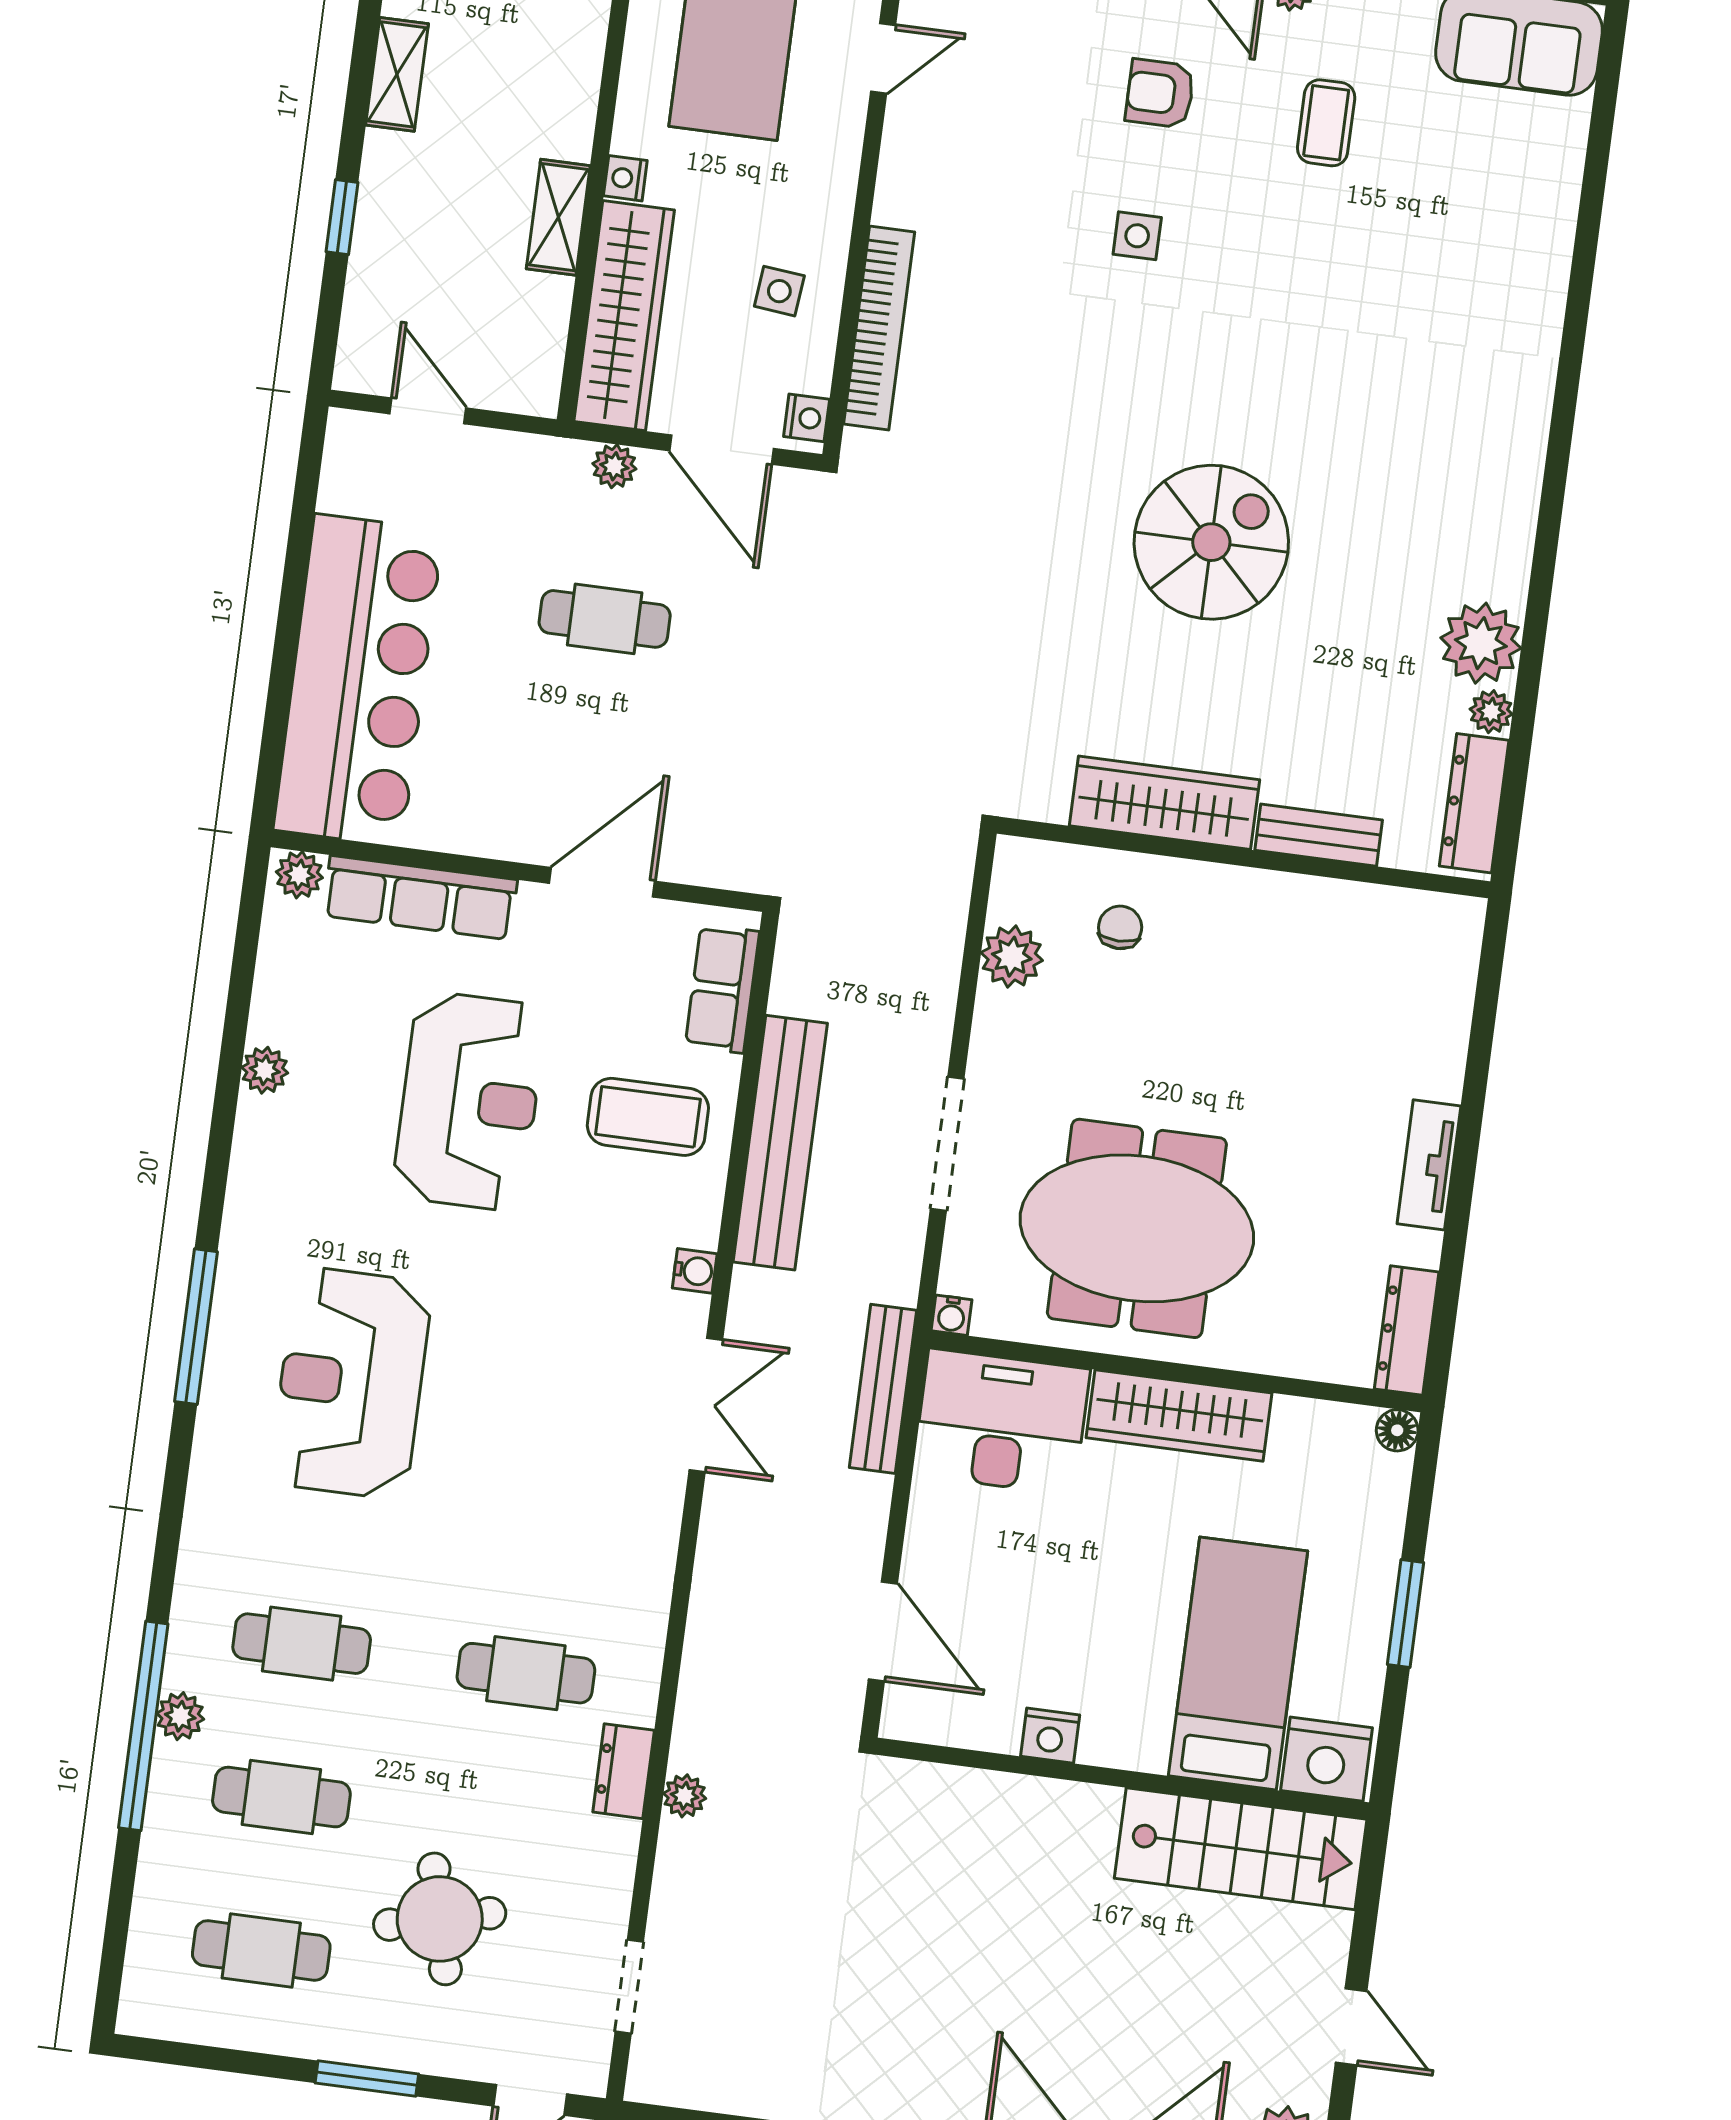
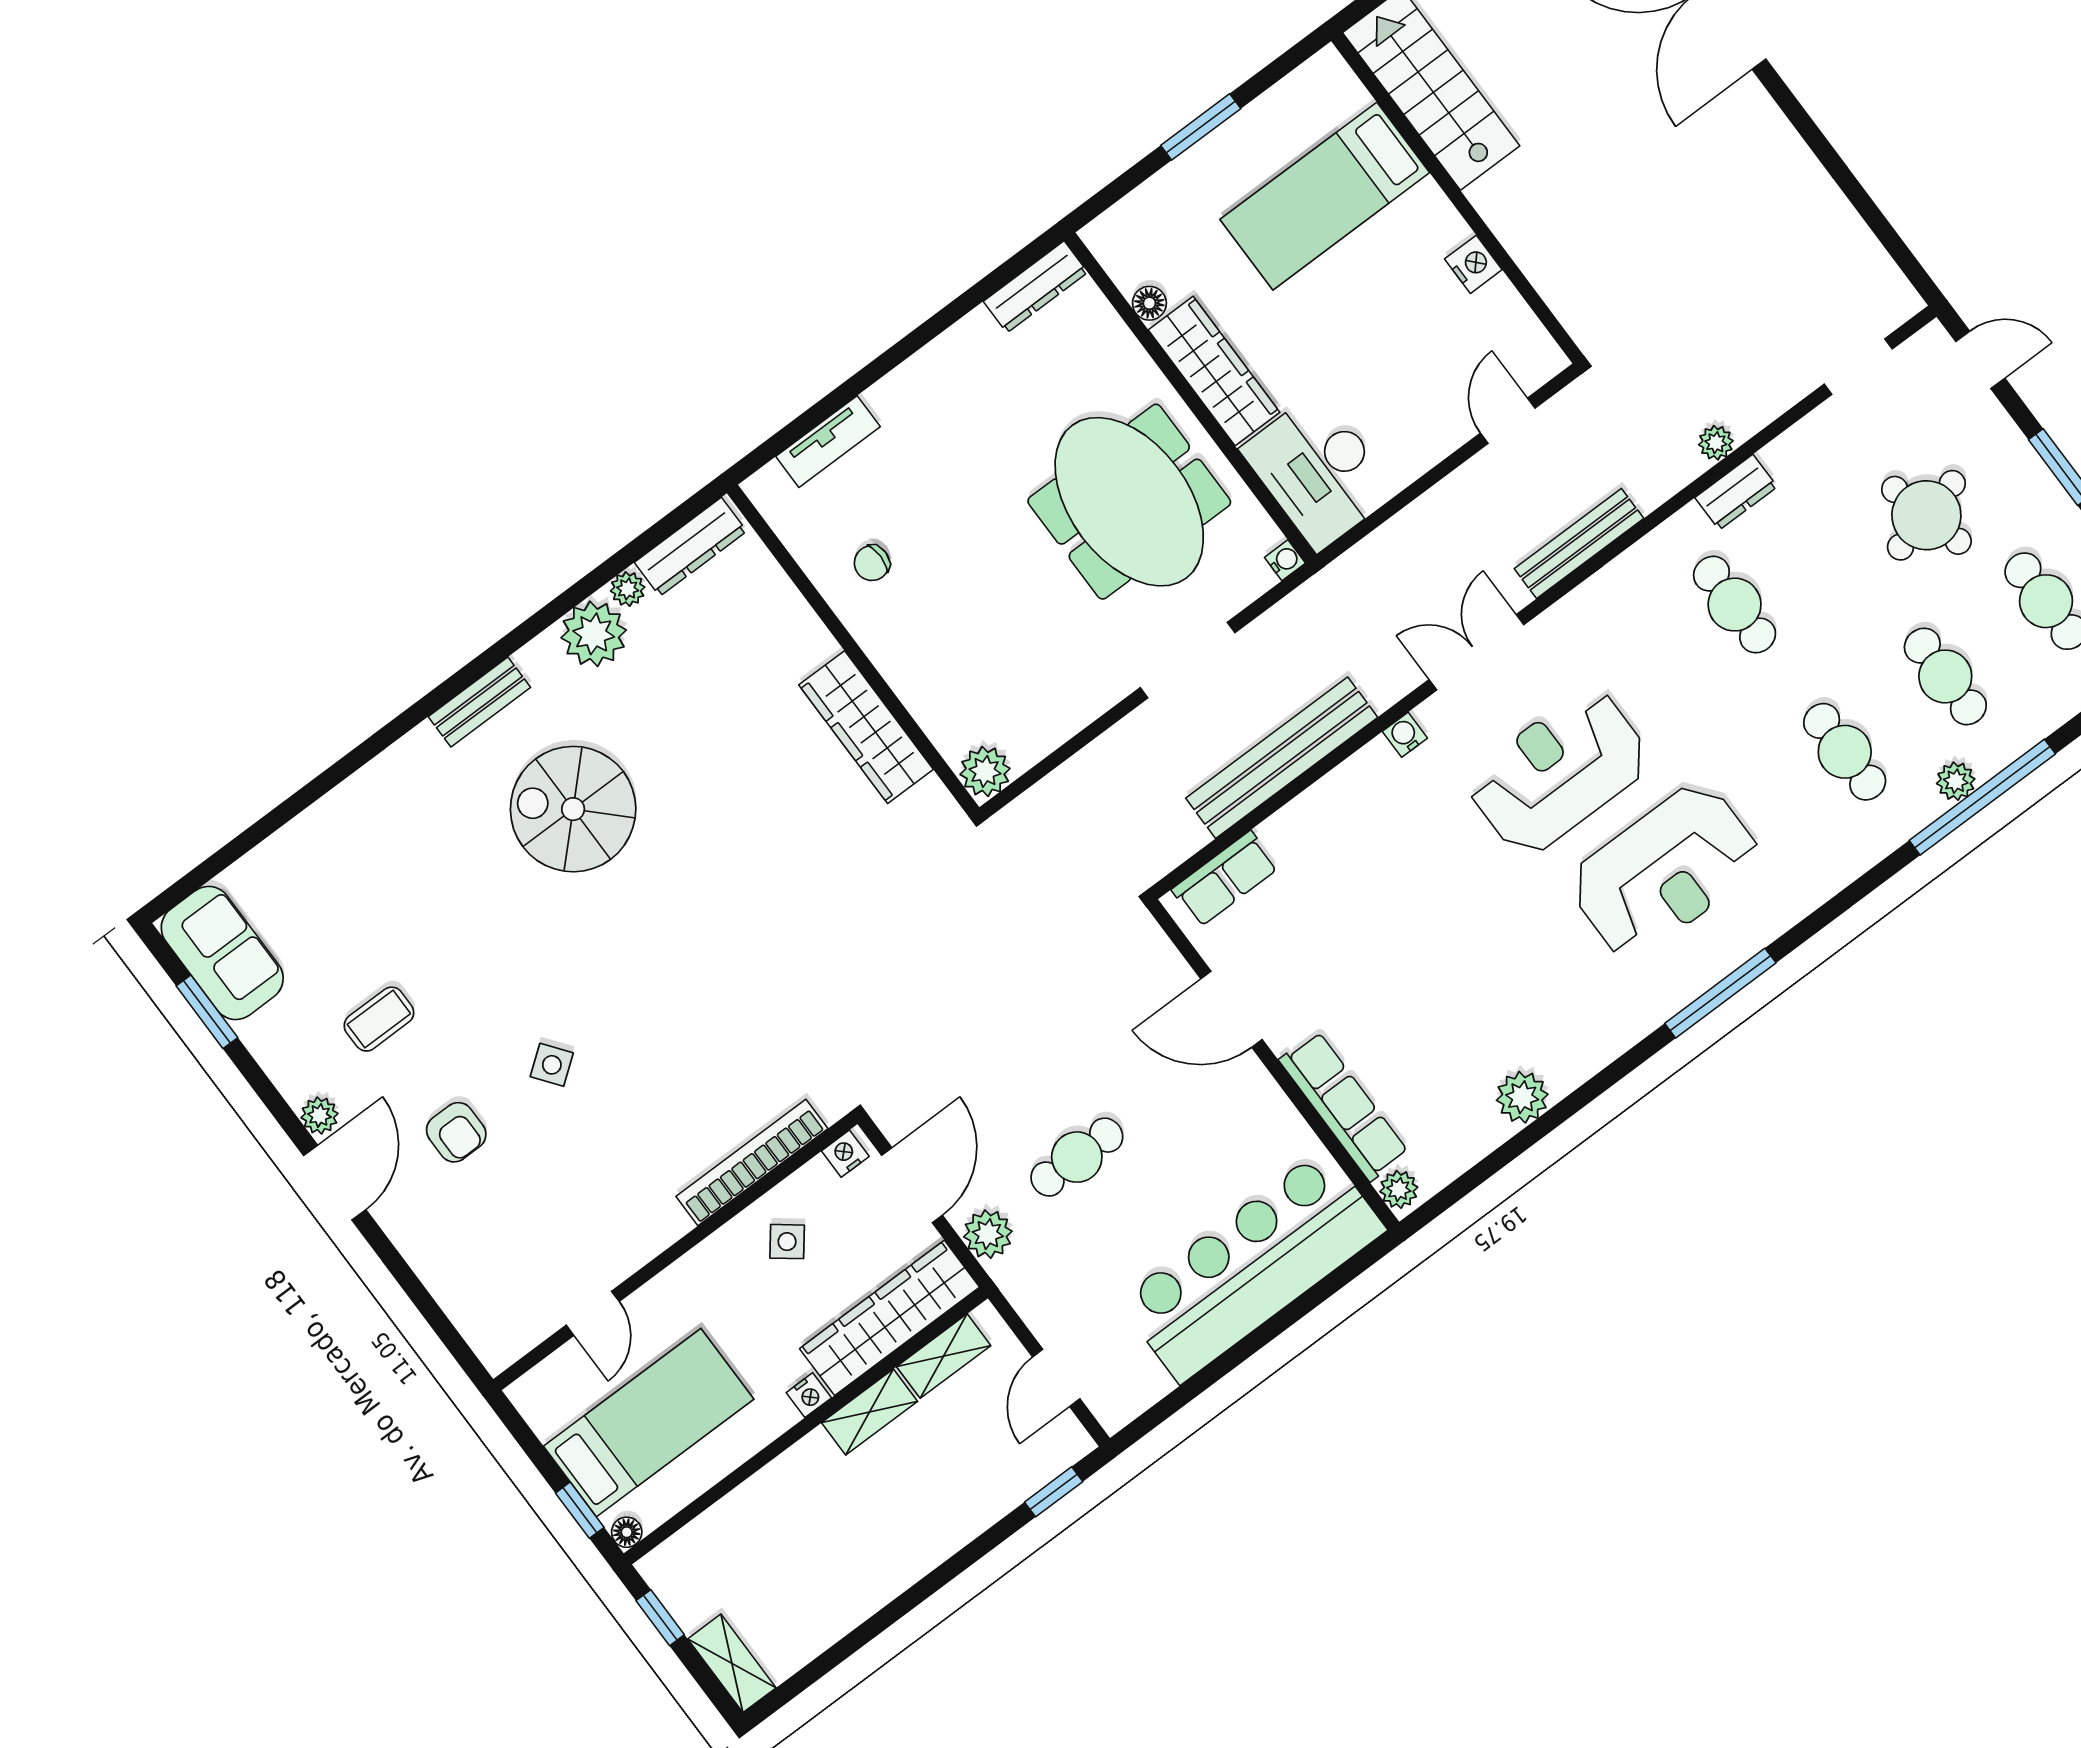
door: (883, 58) -> (593, 1313), swing flipped
shelving: (397, 74) -> (944, 1356), moved
window: (342, 217) -> (1054, 1492), moved
side table: (1137, 236) -> (552, 1065), turned -37
side table: (779, 291) -> (787, 1242), turned 32
plant: (614, 466) -> (988, 1234), width x1.38, depth x1.38
spiral stairs: (1211, 542) -> (573, 809), moved
cafe table: (605, 619) -> (1077, 1157), turned 90
bench: (1319, 835) -> (479, 702), moved, turned 90
chair: (1120, 927) -> (872, 563), moved
plant: (1012, 957) -> (985, 771), moved
plant: (265, 1070) -> (1522, 1097), width x1.38, depth x1.38
reception desk: (469, 1101) -> (1559, 772), moved
coffee table: (648, 1117) -> (1342, 849), removed
tv unit: (1429, 1165) -> (828, 442), moved
bench: (883, 1389) -> (1579, 543), moved
floor lamp: (1397, 1430) -> (1149, 303), moved
door: (883, 1631) -> (1508, 421), width x0.73
nightstand: (1327, 1759) -> (1330, 90), removed

